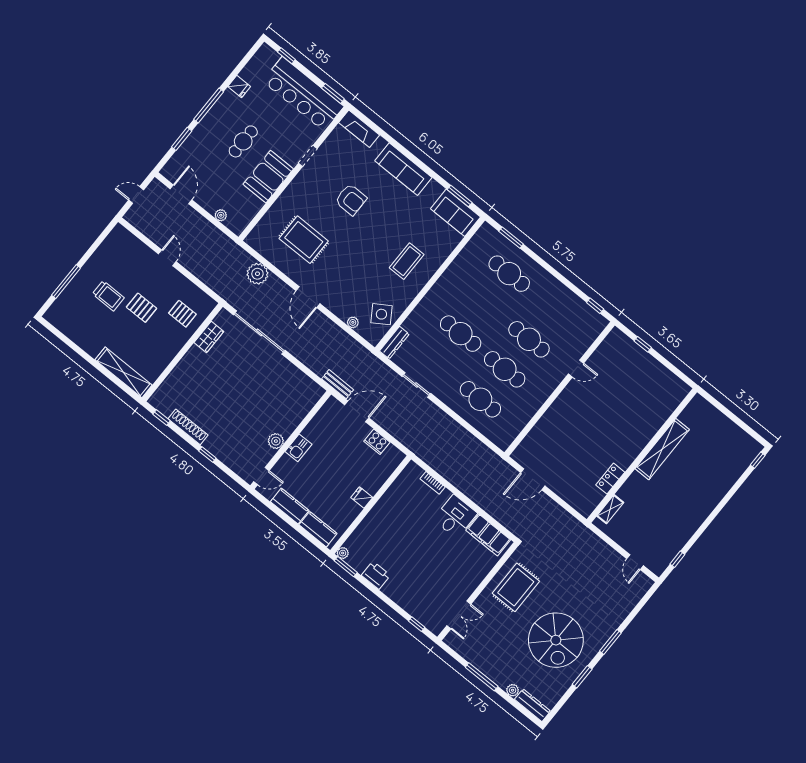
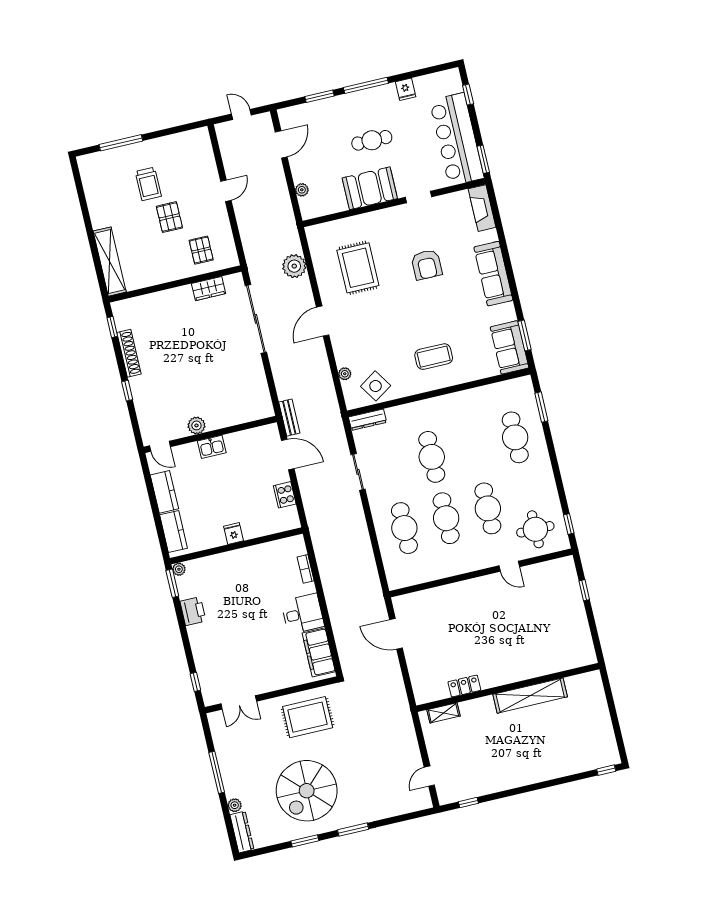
round table: (574, 328) -> (535, 529), added

